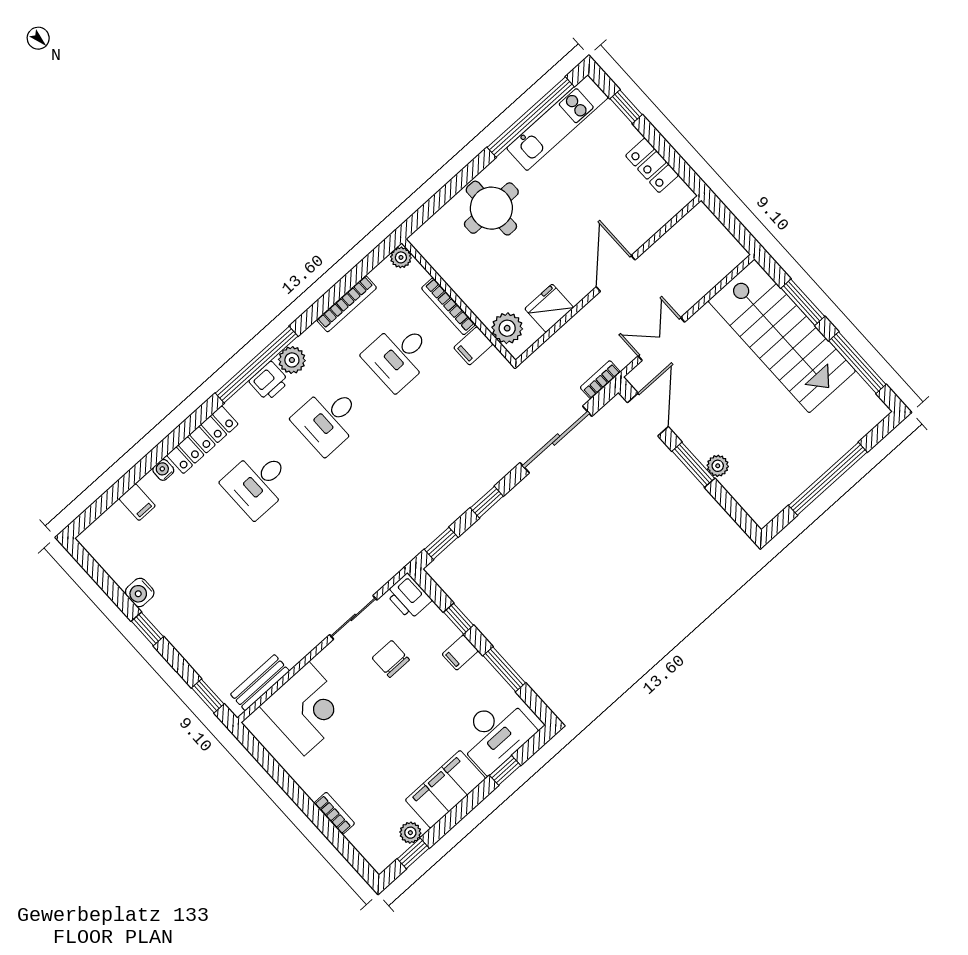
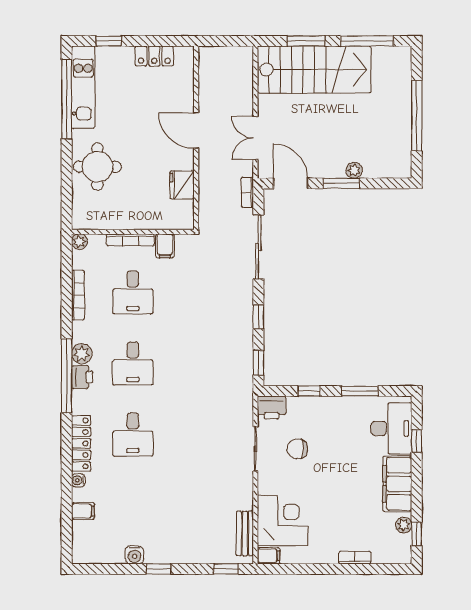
plant: (507, 328) -> (172, 218), removed
filing cabinet: (460, 652) -> (269, 556), moved, turned -90

